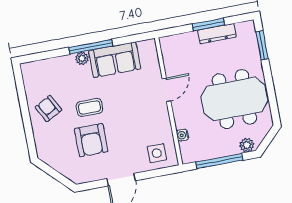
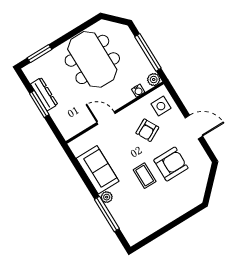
window: (91, 47) -> (107, 214), moved
armchair: (48, 108) -> (147, 130), moved
plant: (247, 145) -> (154, 80), moved

